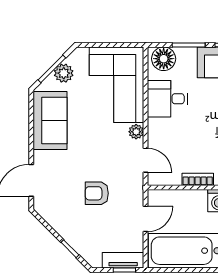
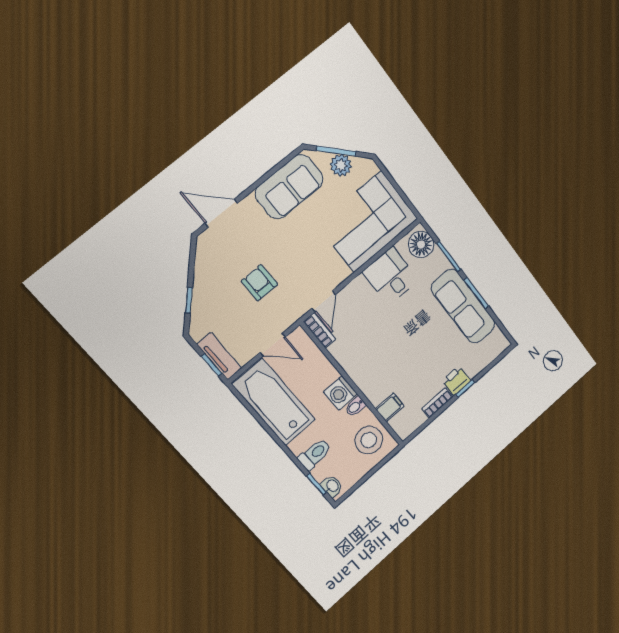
plant: (136, 132) -> (341, 273), removed
bookcase: (198, 179) -> (320, 330), moved

